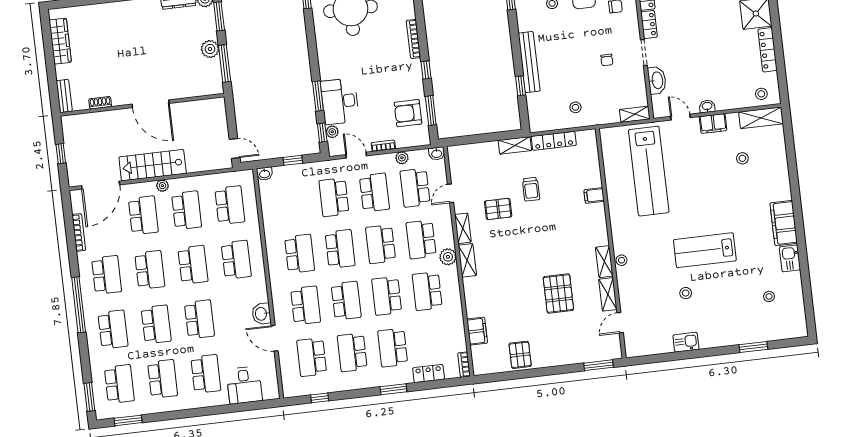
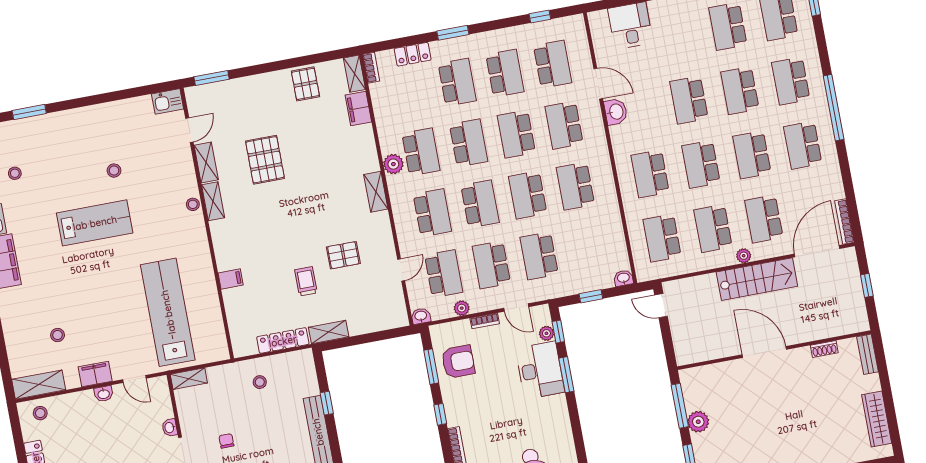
washbasin: (657, 80) -> (170, 428), width x0.52, depth x0.69
school desk: (334, 197) -> (539, 256), turned 180
shelving: (463, 228) -> (354, 74), moved
bookcase: (79, 232) -> (844, 222), moved
plant: (448, 257) -> (393, 164), moved
kitchen sink: (686, 342) -> (168, 101), moved
school desk: (206, 374) -> (677, 36), removed

